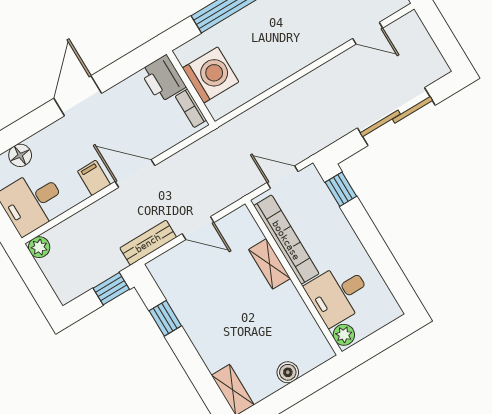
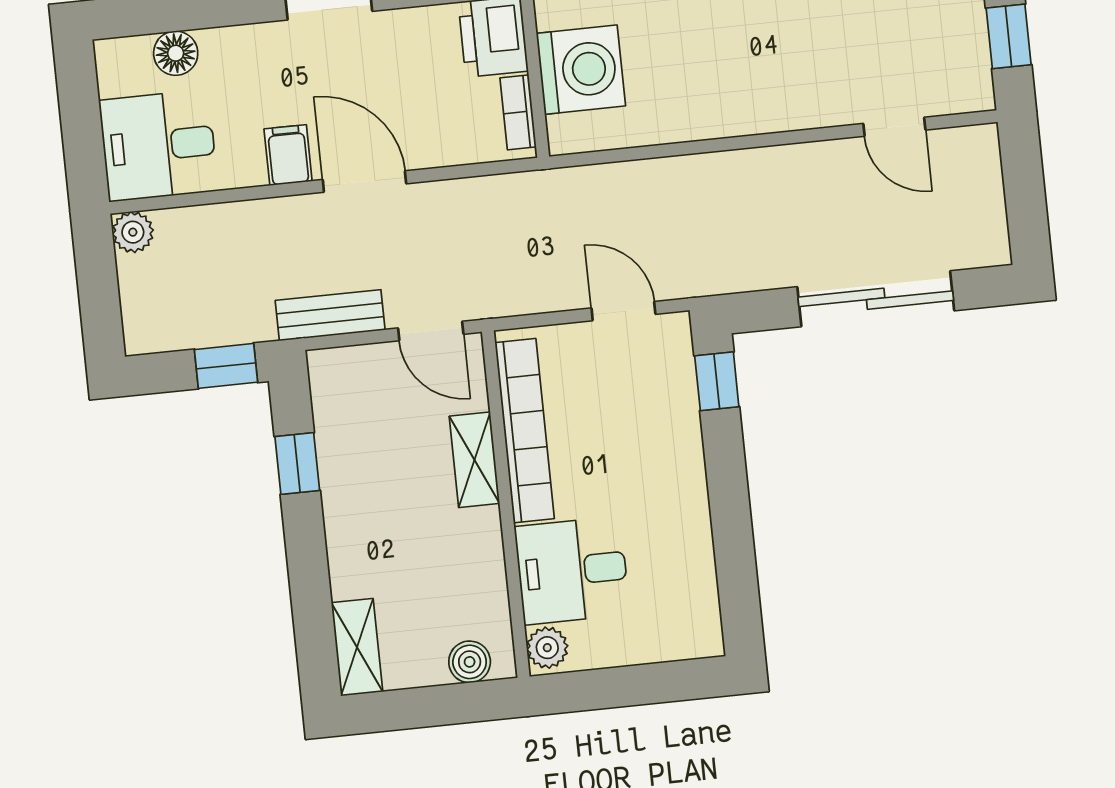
bookcase: (286, 240) -> (525, 431), moved
shelving: (270, 264) -> (474, 460), moved
wall: (294, 278) -> (506, 504), moved
desk: (339, 294) -> (572, 570), moved
plant: (344, 335) -> (547, 648), moved

